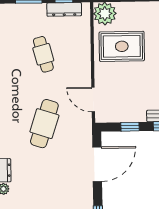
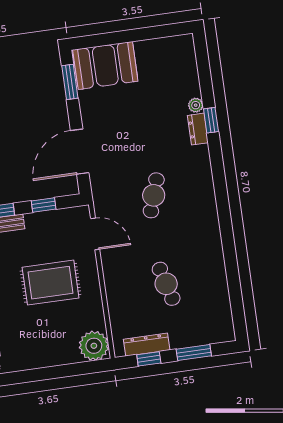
rug: (122, 46) -> (51, 283), moved
cafe table: (44, 124) -> (154, 195), width x0.73, depth x0.74

